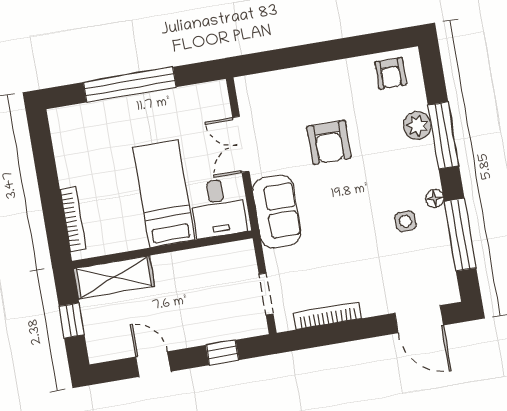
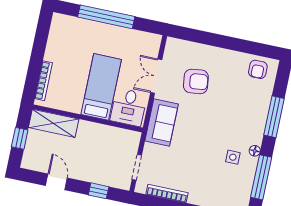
plant: (417, 126) -> (261, 105), removed
armchair: (329, 142) -> (196, 81), moved, turned -97

